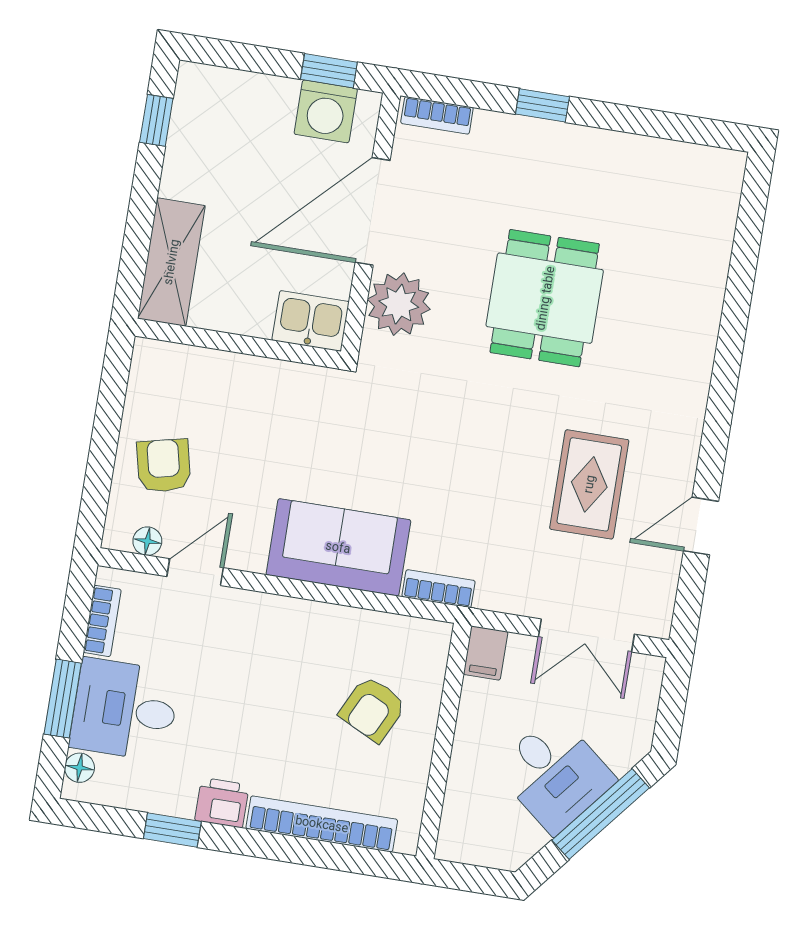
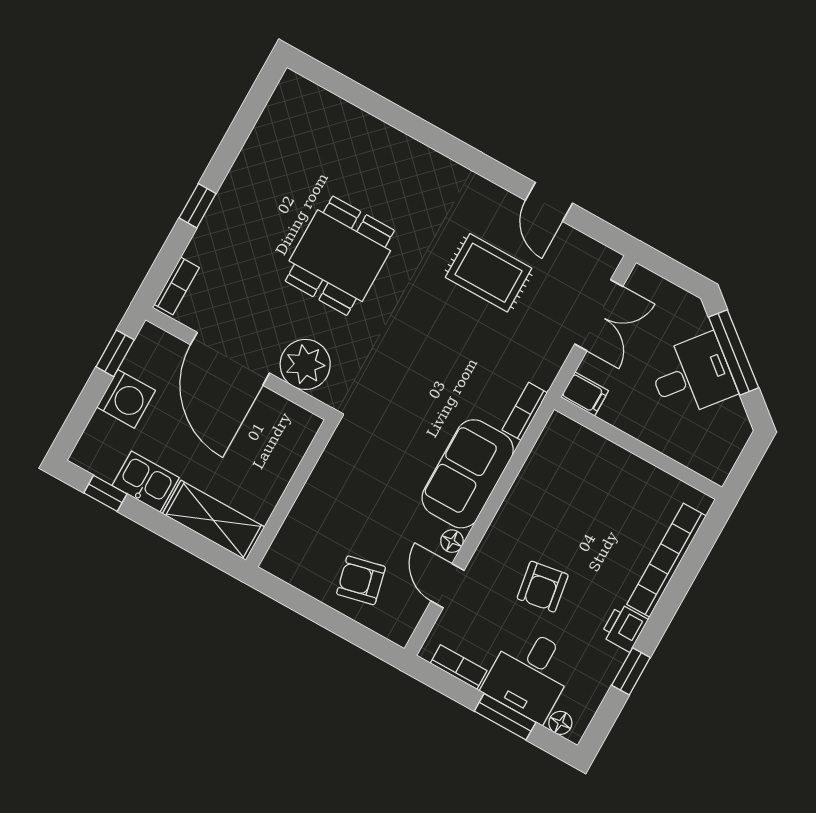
washing machine: (326, 111) -> (126, 399), moved
dining table: (545, 298) -> (340, 256), turned 90
kitchen sink: (311, 321) -> (146, 482), moved, turned 90
floor lamp: (147, 541) -> (452, 541), moved
armchair: (373, 709) -> (543, 587), moved, turned 55

